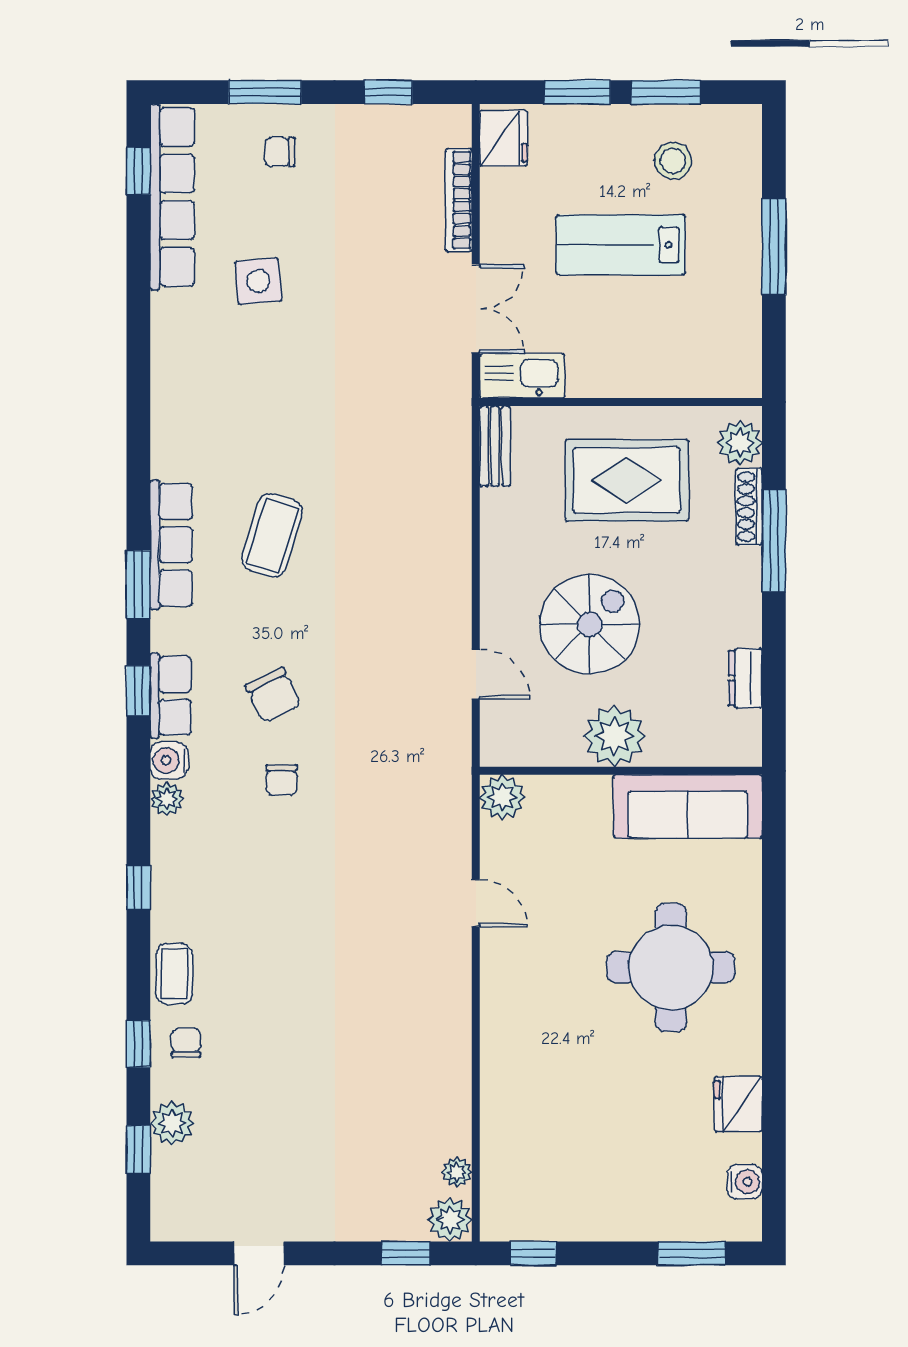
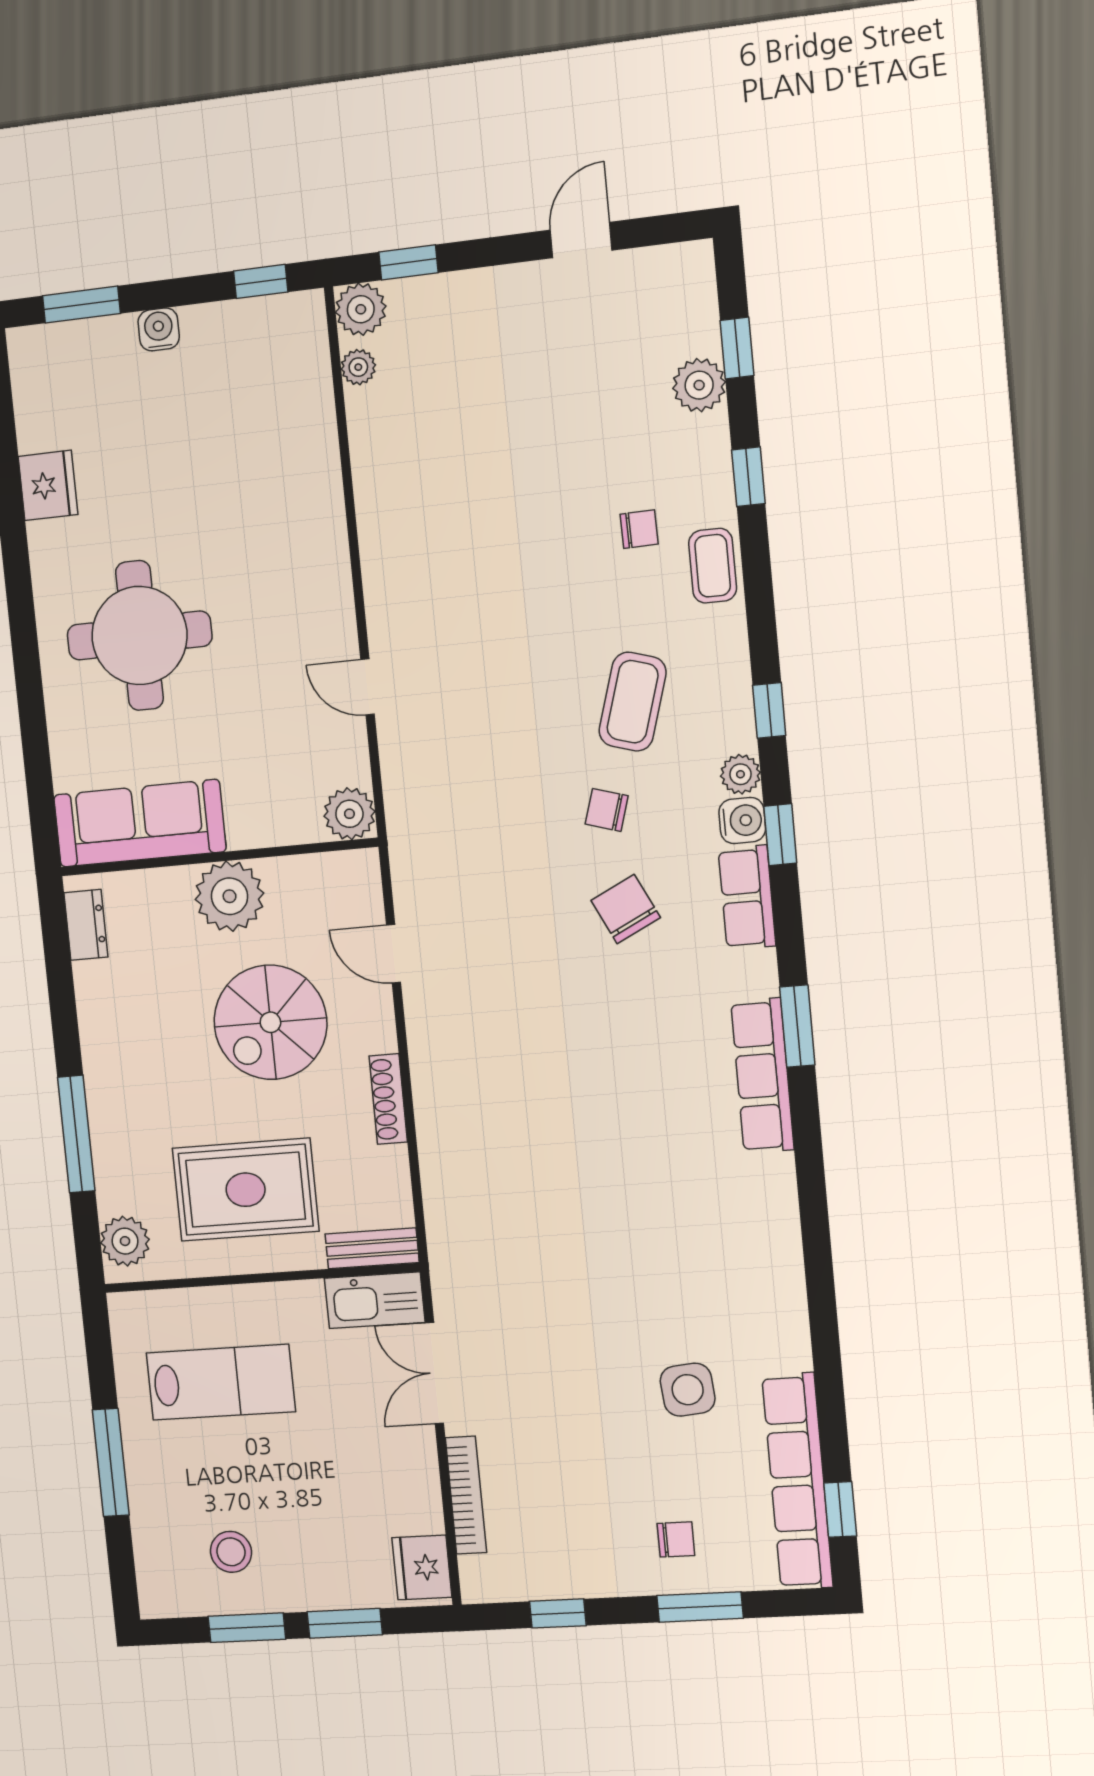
lab bench: (621, 245) -> (221, 1382), moved
bench: (495, 446) -> (372, 1248), moved, turned 90
shoe rack: (749, 507) -> (388, 1099), moved, turned 180
coffee table: (272, 536) -> (633, 702), moved
dresser: (745, 678) -> (86, 925), moved
window: (138, 691) -> (780, 835), moved
chair: (282, 780) -> (607, 810), turned -73
window: (138, 887) -> (769, 710), moved
chair: (186, 1043) -> (639, 529), moved, turned -91
water cooler: (745, 1182) -> (159, 329), moved, turned 90

